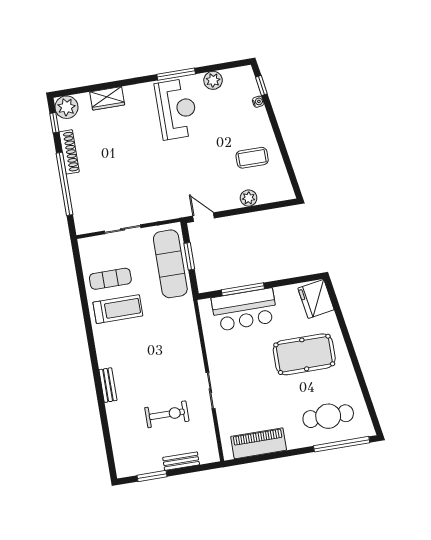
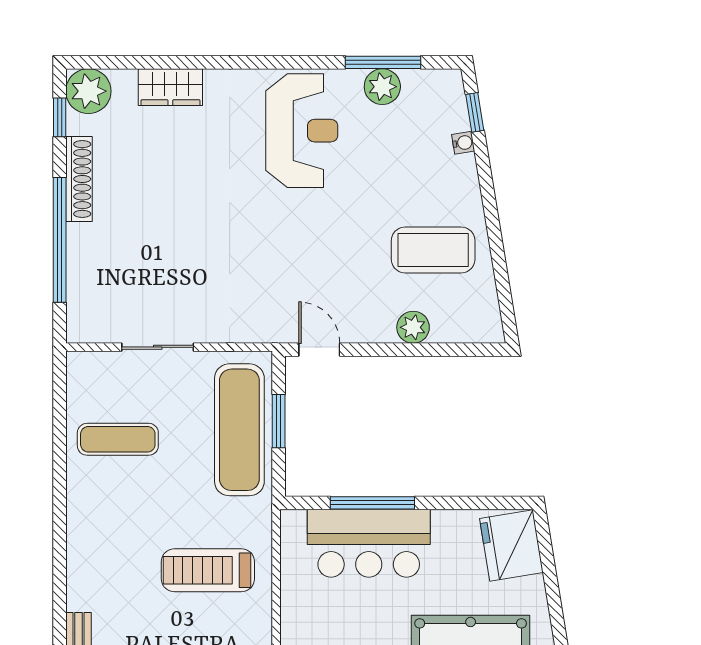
window: (176, 74) -> (383, 62), moved
coffee table: (252, 158) -> (433, 250), width x1.36, depth x1.32
treadmill: (118, 309) -> (208, 570), moved, turned 180

